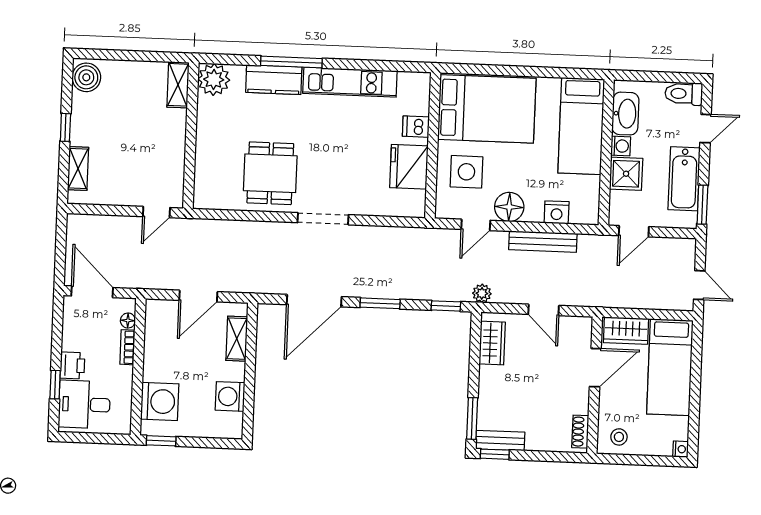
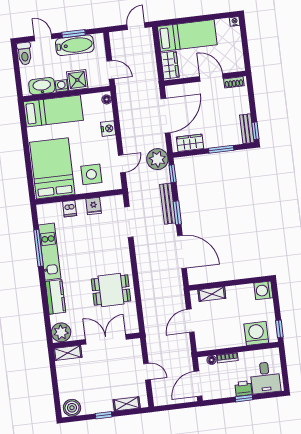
window: (291, 62) -> (38, 248), moved
double door: (190, 152) -> (106, 339), added
fridge: (409, 167) -> (94, 206), width x0.53, depth x0.75
window: (702, 205) -> (74, 34), moved
floor lamp: (509, 207) -> (107, 99), moved, width x0.53, depth x0.53
door: (156, 212) -> (147, 372), moved
nightstand: (557, 212) -> (108, 129), moved
doorway: (323, 219) -> (129, 222), moved
door: (476, 225) -> (122, 164), hinge flipped
bench: (543, 242) -> (168, 204), moved
plant: (482, 293) -> (157, 159), width x1.87, depth x1.87
door: (198, 296) -> (190, 321), swing flipped
door: (544, 310) -> (166, 116), width x1.87
door: (595, 368) -> (211, 78), moved
window: (55, 385) -> (244, 398), moved
washing machine: (230, 396) -> (263, 290), moved, turned 90
window: (472, 418) -> (221, 149), moved
stool: (619, 437) -> (233, 59), removed

